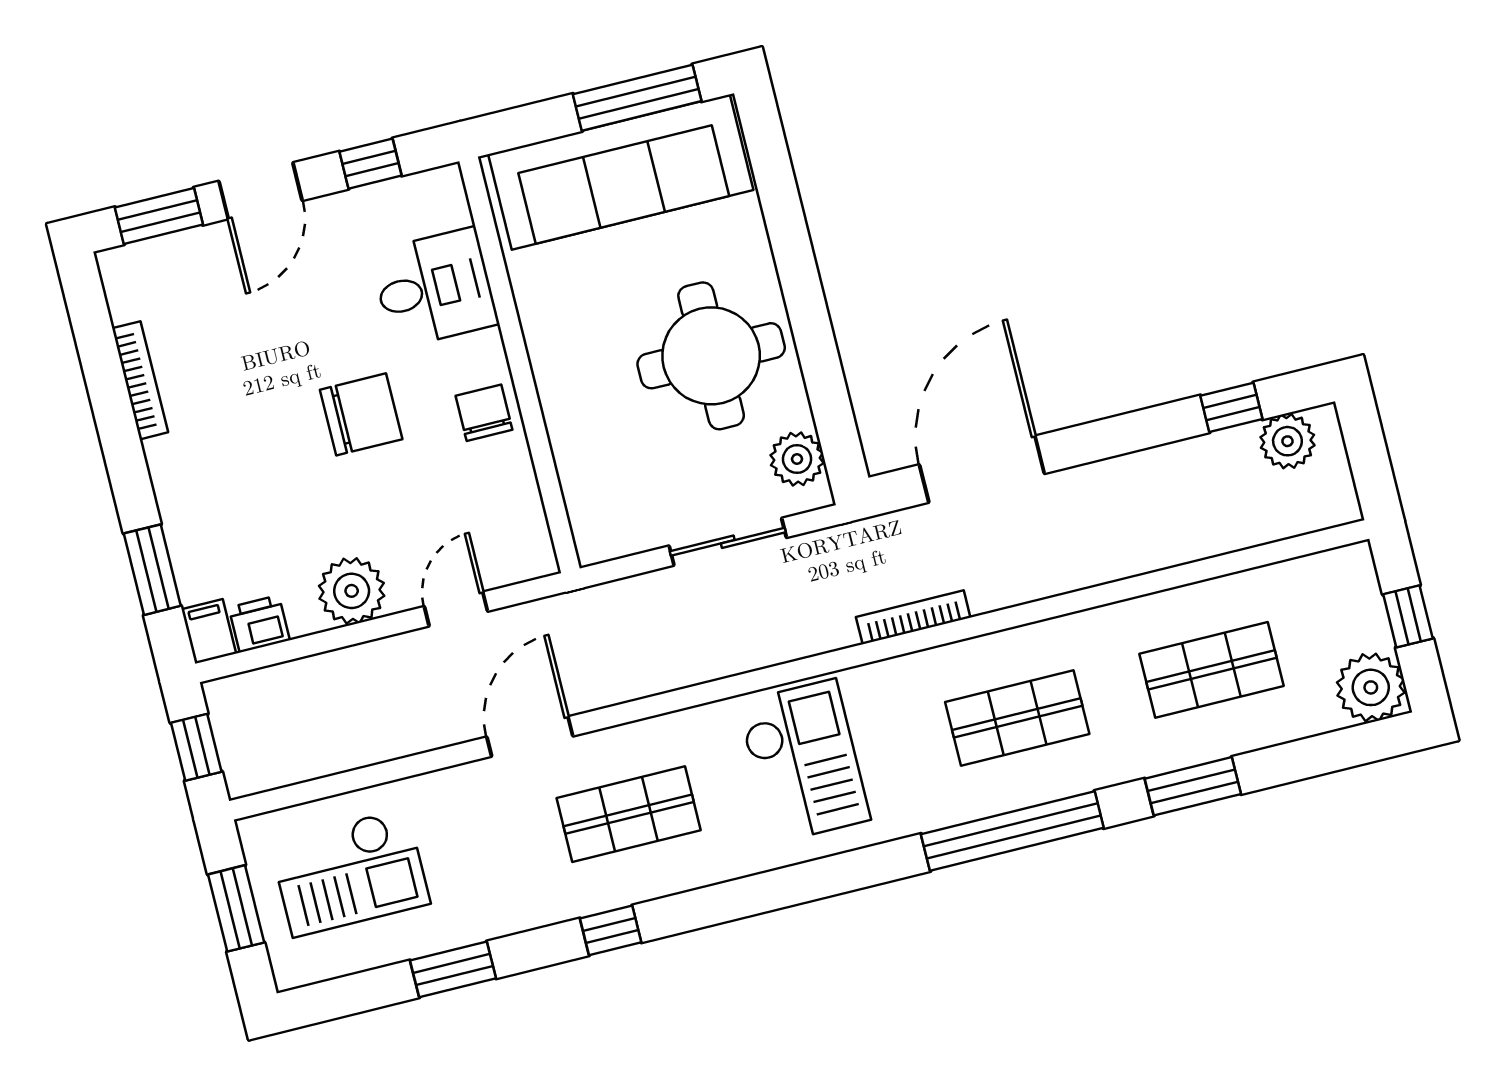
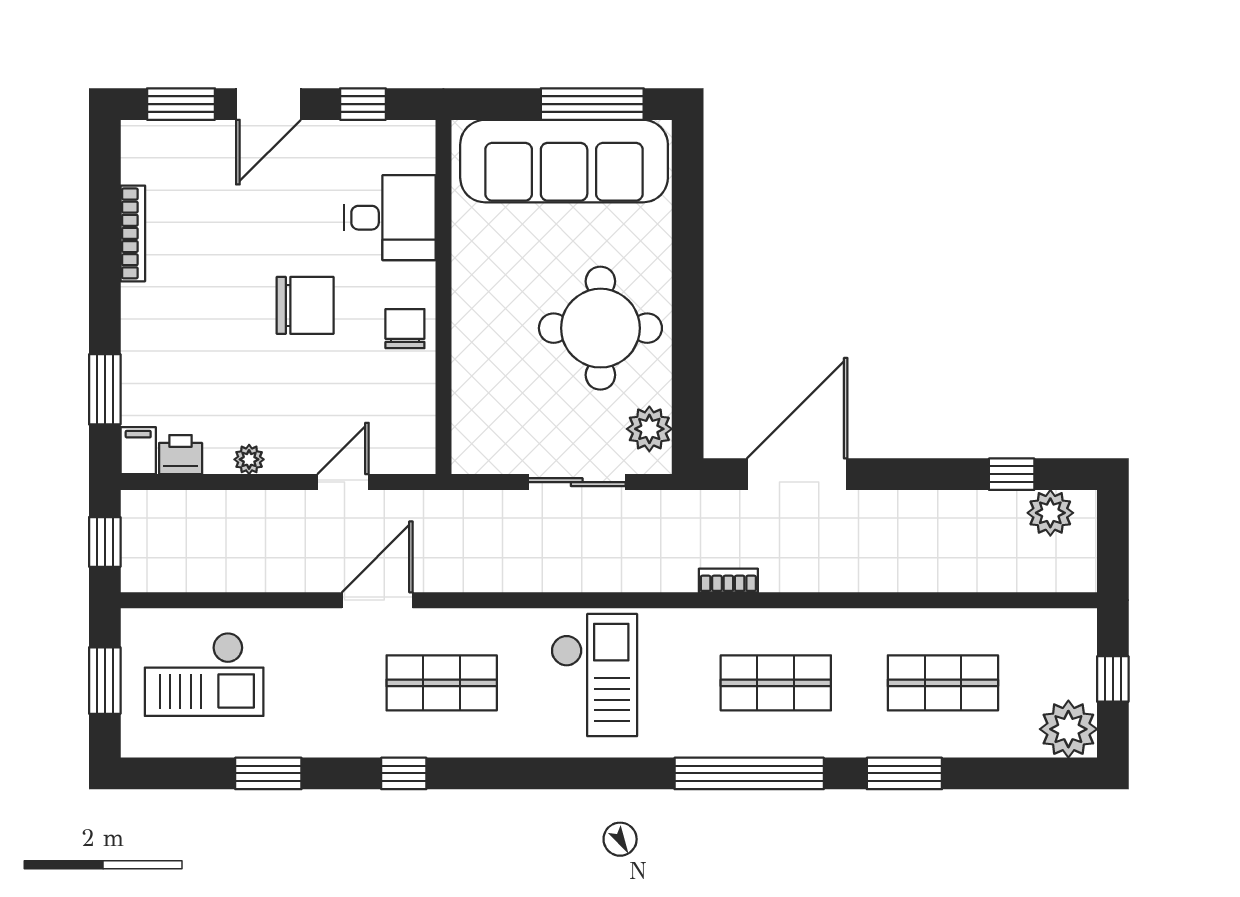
plant: (352, 591) -> (249, 459), width x0.53, depth x0.53
bookcase: (913, 617) -> (728, 580), width x0.64

